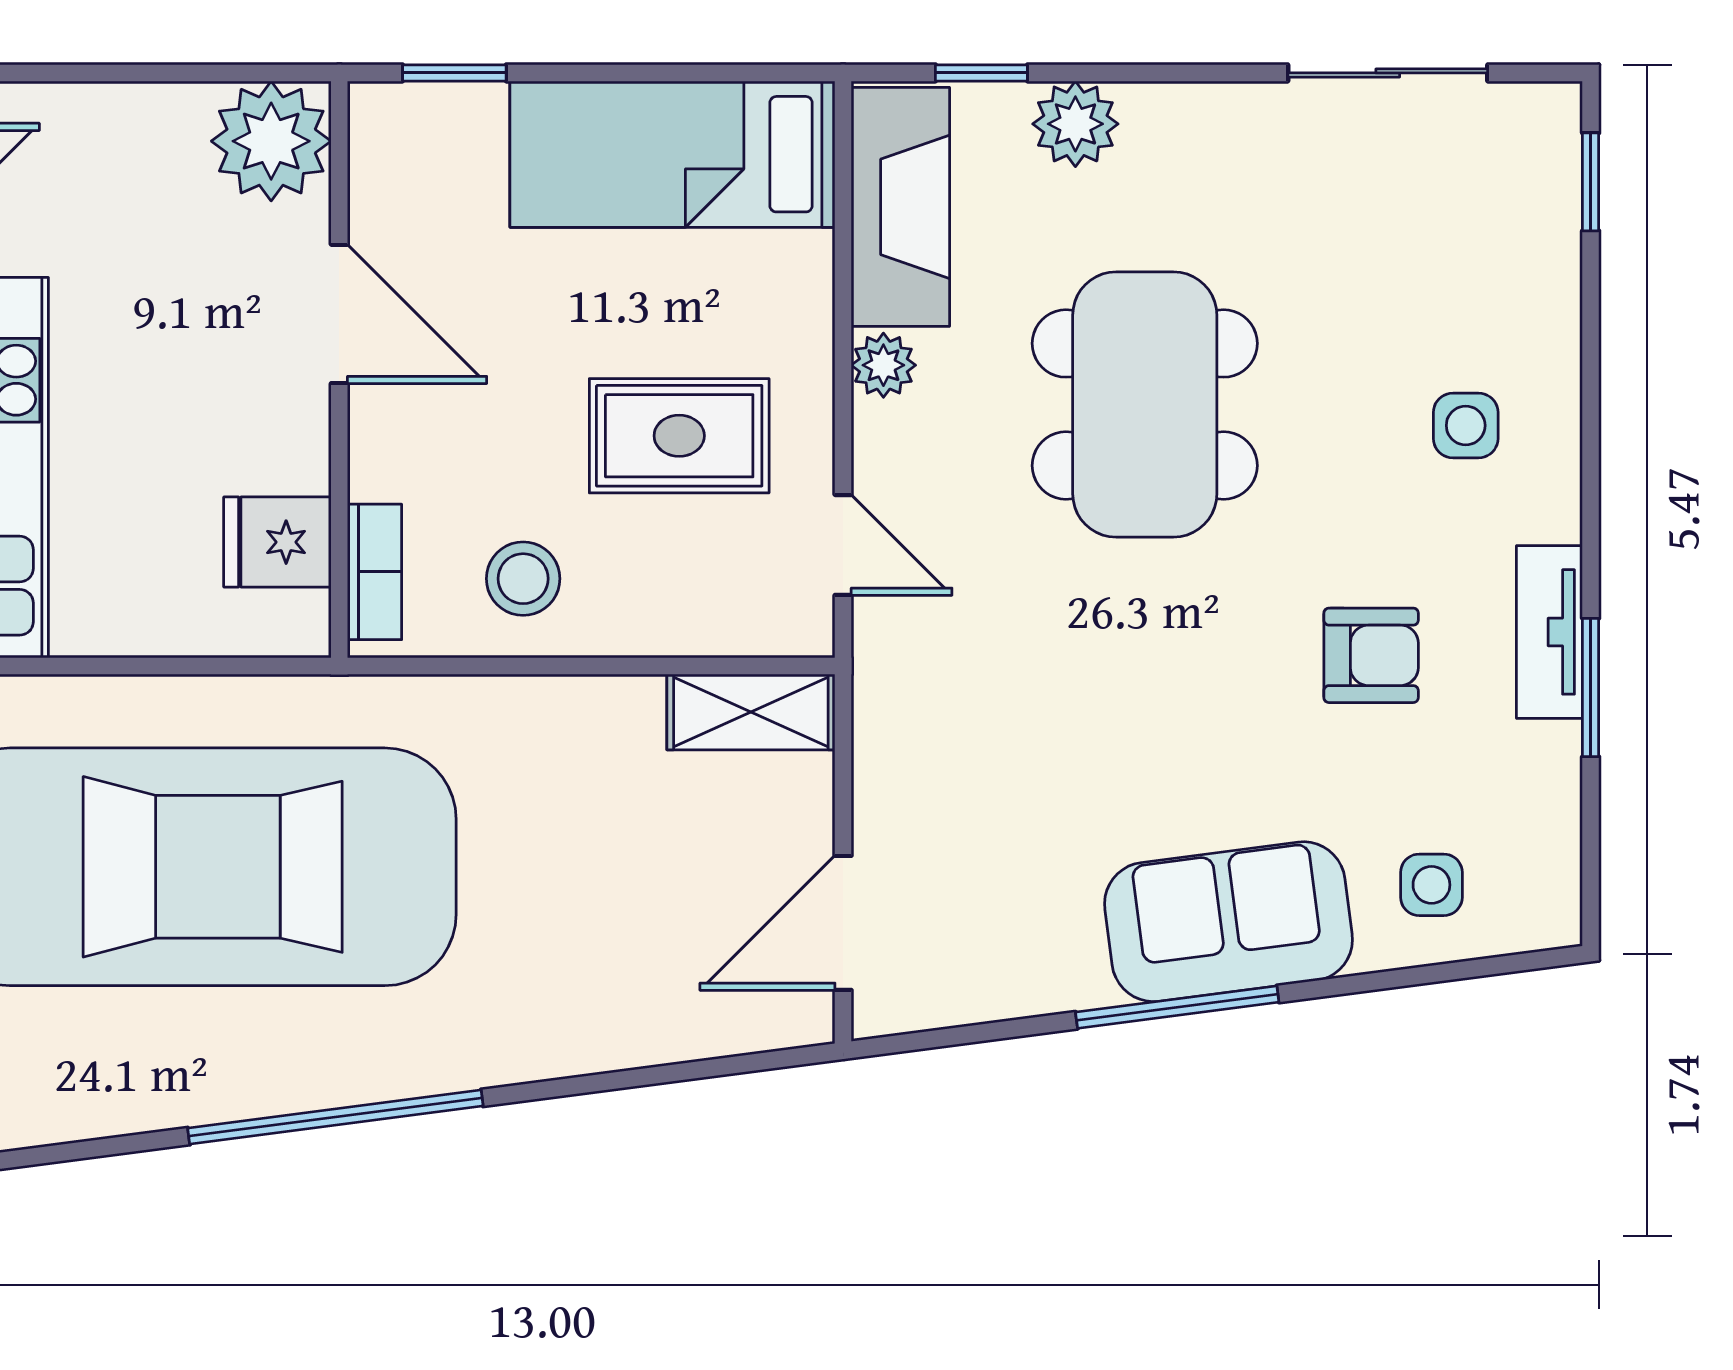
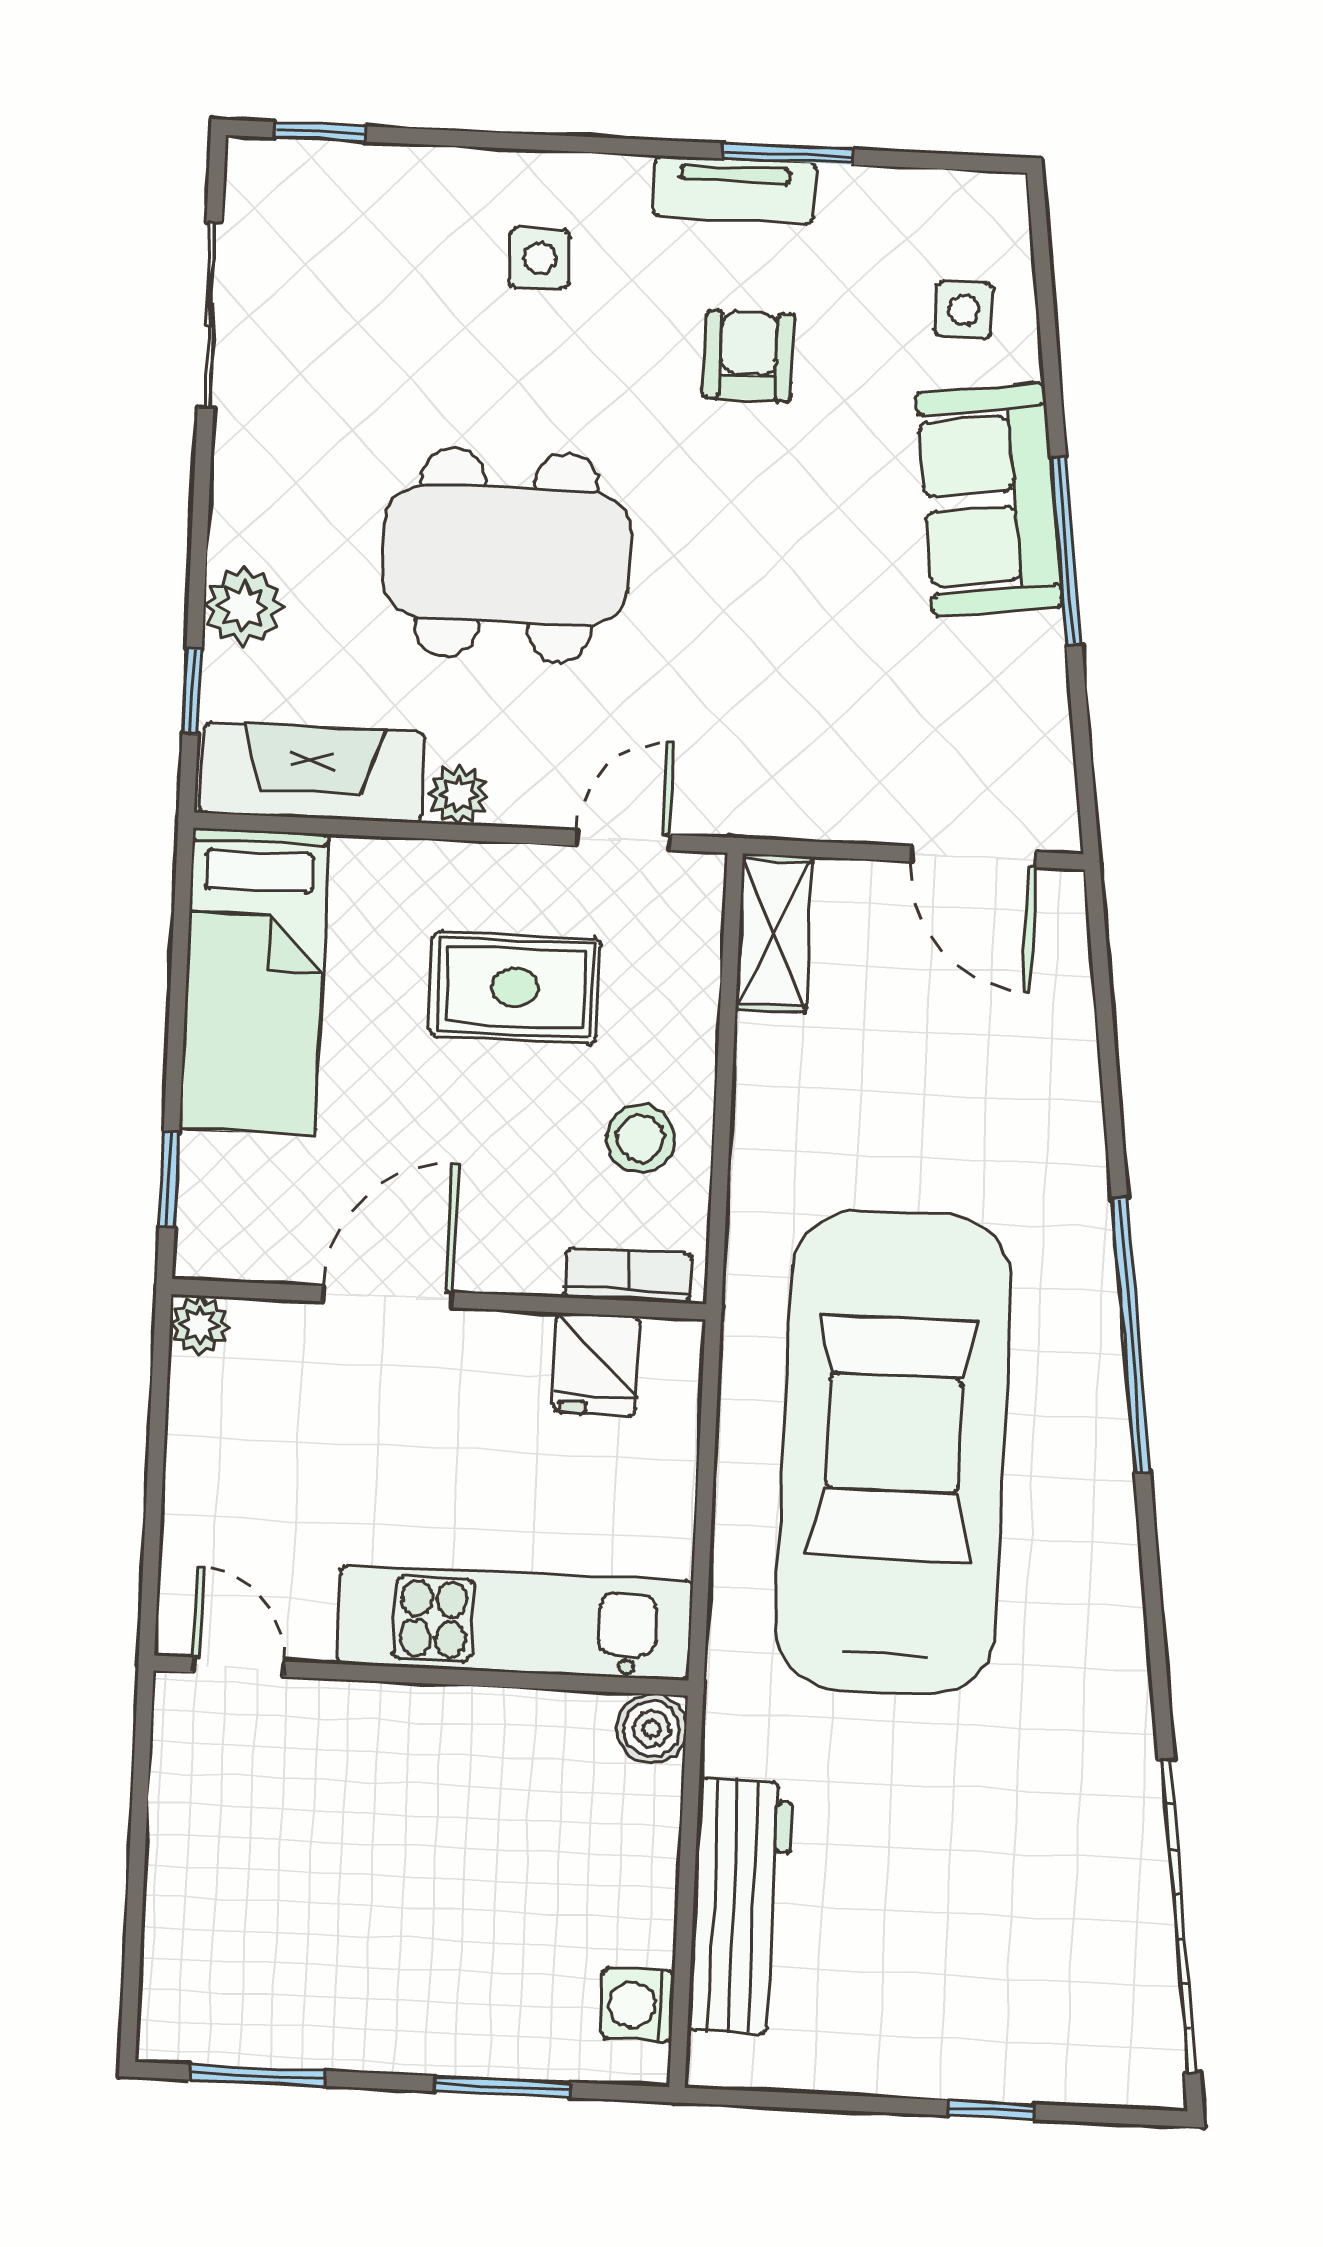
plant: (271, 141) -> (199, 1325), width x0.53, depth x0.53
rug: (679, 436) -> (515, 987), turned 90

